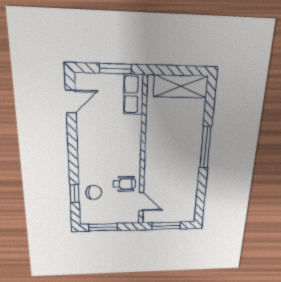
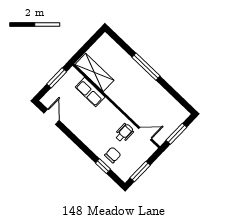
shelving: (181, 86) -> (94, 72), moved, turned 90
row of seats: (133, 94) -> (90, 92), moved

